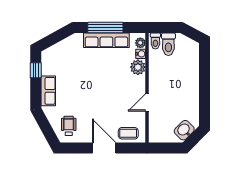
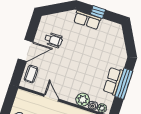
row of seats: (106, 40) -> (113, 81), width x0.68
window: (36, 70) -> (98, 12), moved
wheelchair: (69, 126) -> (53, 40), moved

